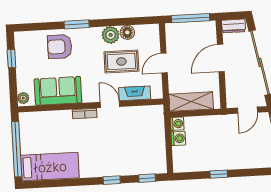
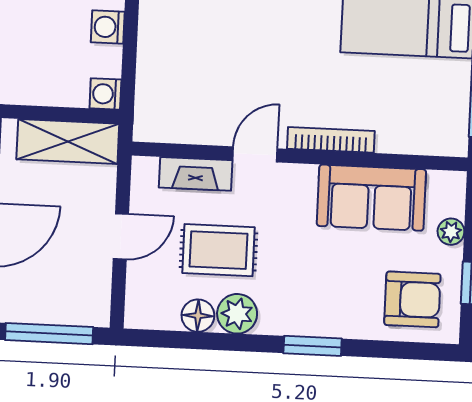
armchair: (60, 47) -> (412, 299), moved
plant: (23, 98) -> (451, 232), moved
door: (110, 104) -> (255, 154), swing flipped
bookcase: (85, 114) -> (331, 140), width x1.56
washing machine: (178, 138) -> (108, 27), moved

